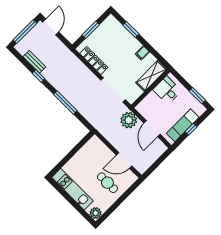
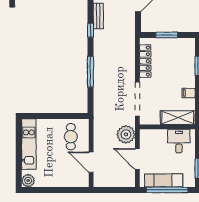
door: (152, 129) -> (137, 159), hinge flipped
window: (191, 129) -> (167, 190), width x3.17
cafe table: (107, 183) -> (71, 137), moved

